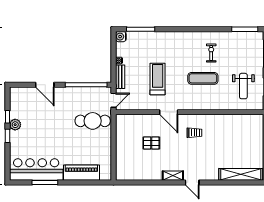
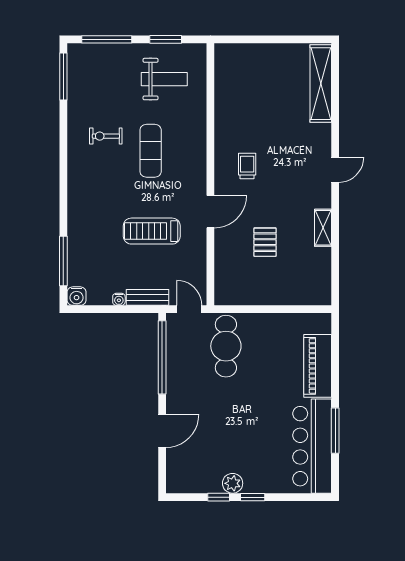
shelving: (173, 176) -> (323, 228), moved

